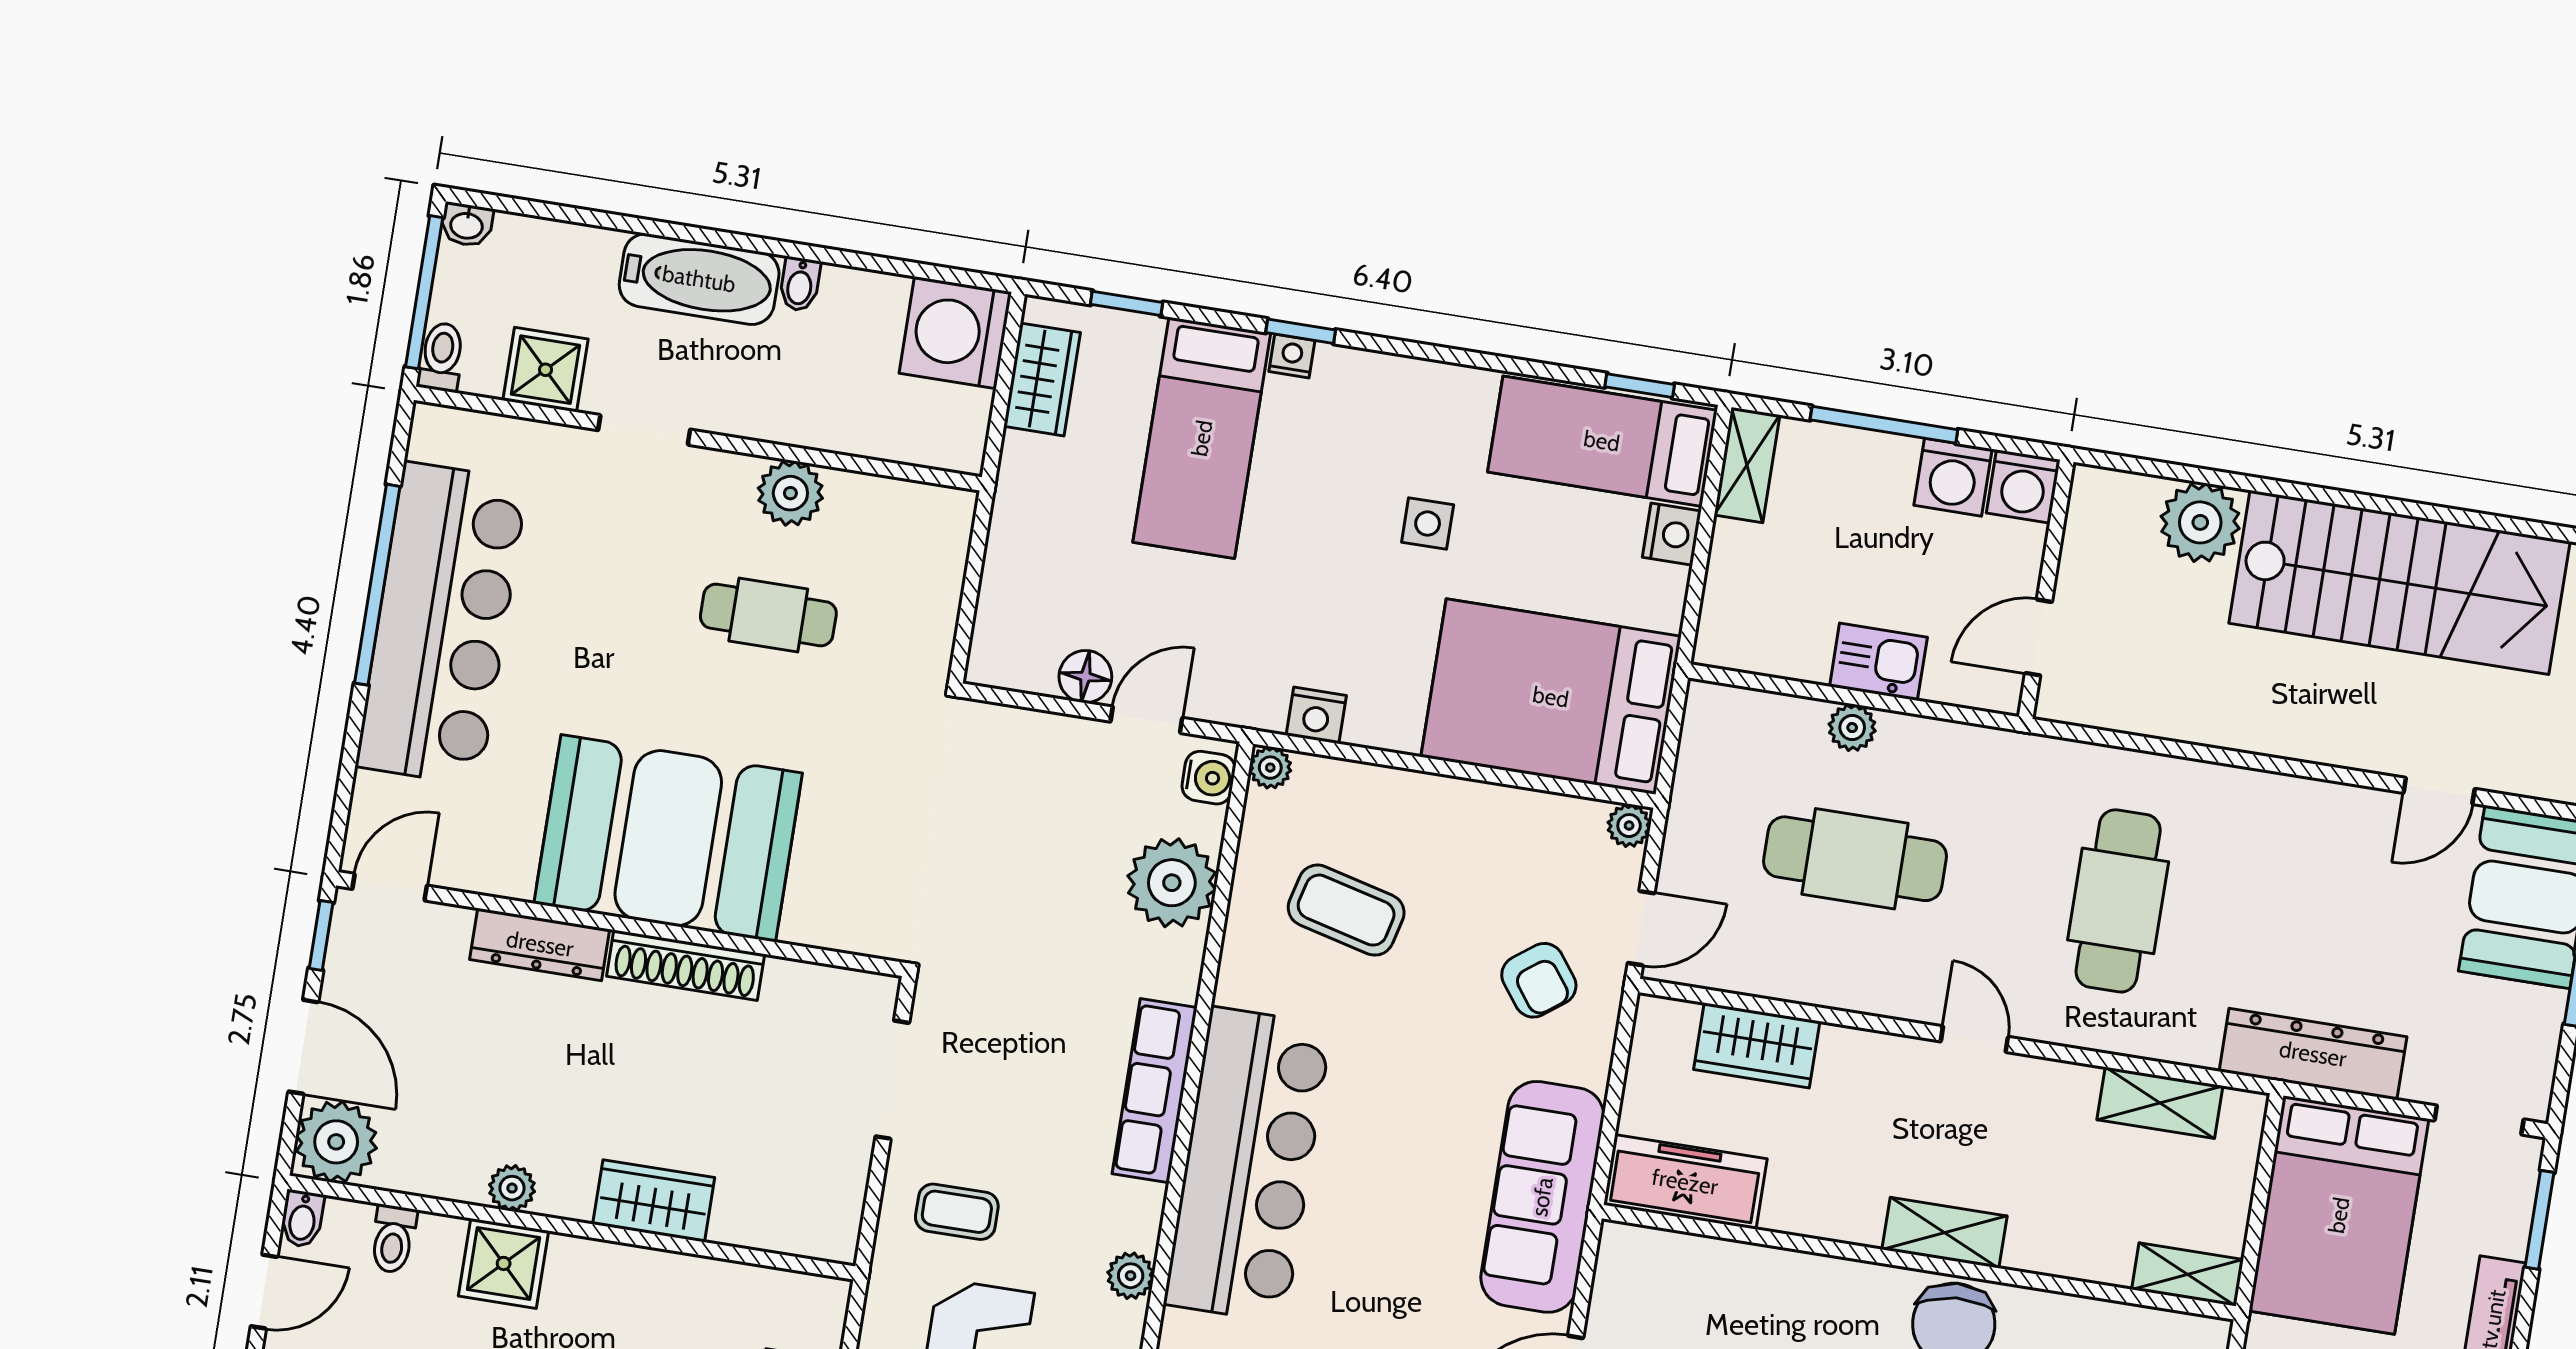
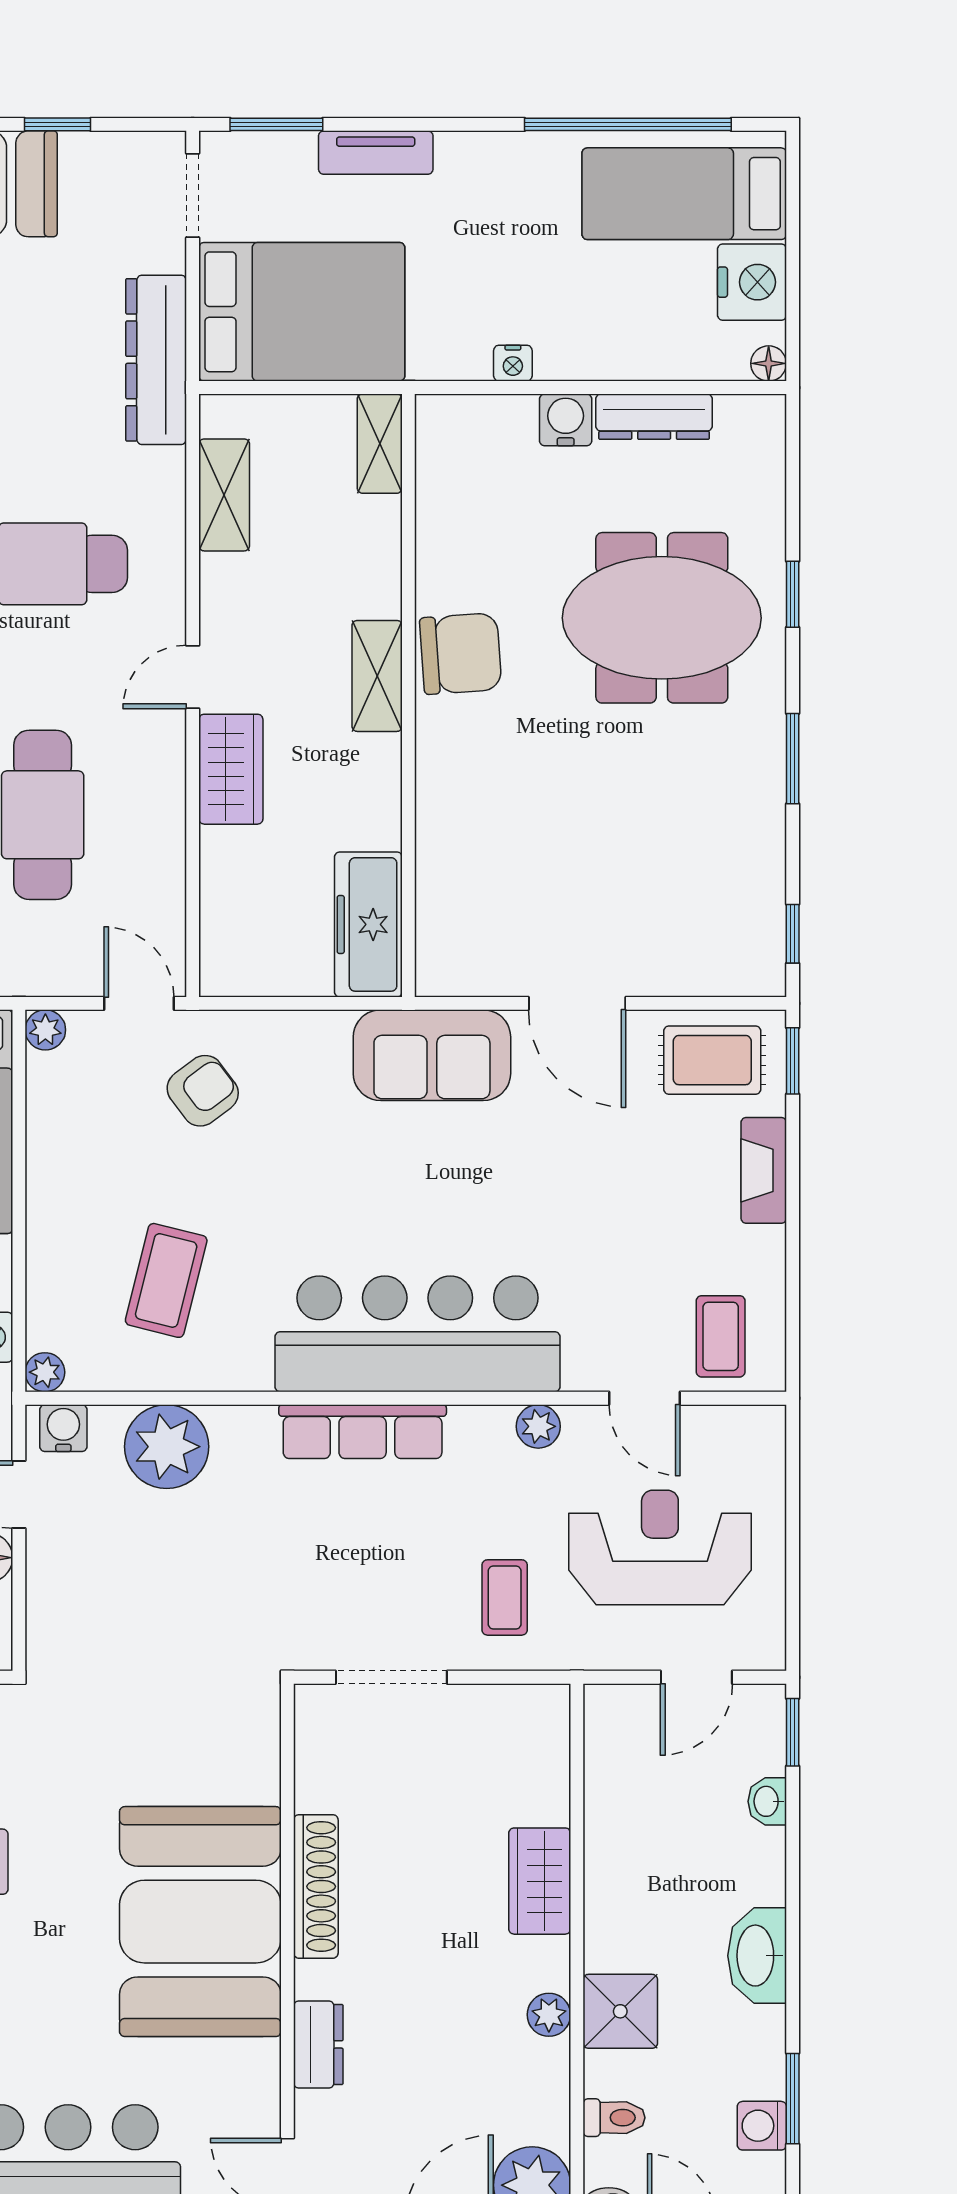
dresser: (540, 944) -> (318, 2044), width x0.70
wardrobe: (1757, 1045) -> (231, 769), moved
sofa: (1542, 1197) -> (432, 1055), width x0.73

